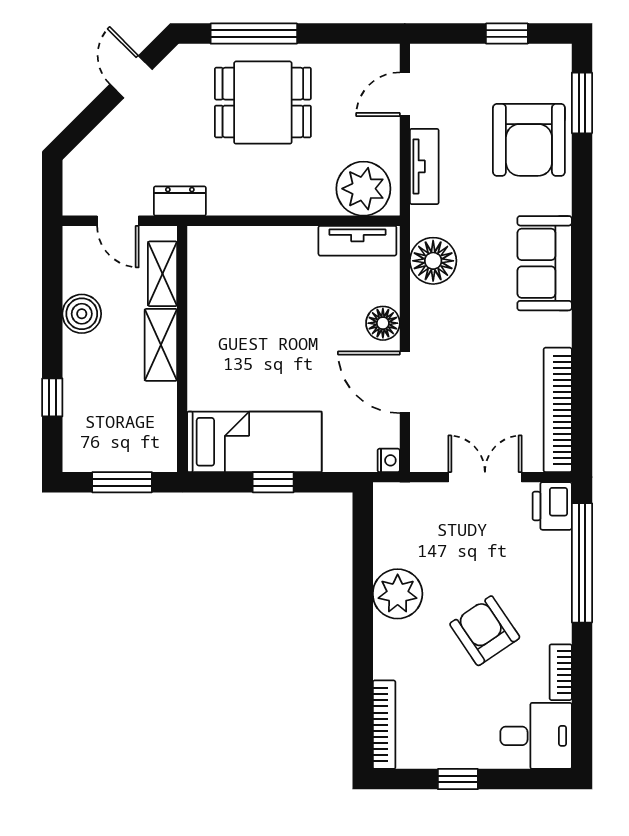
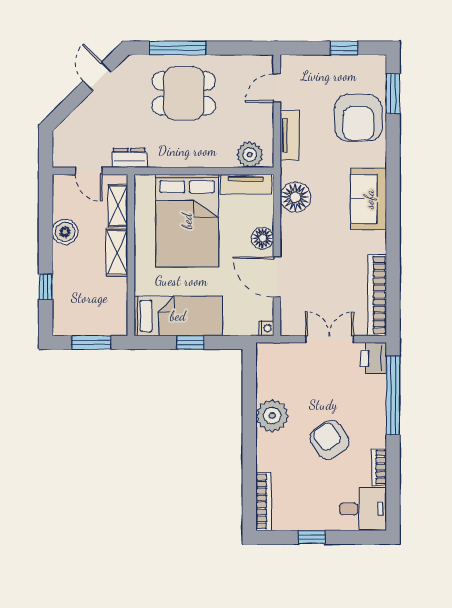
plant: (363, 189) -> (250, 155), width x0.73, depth x0.73
bed: (268, 297) -> (187, 221), added

